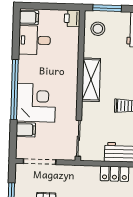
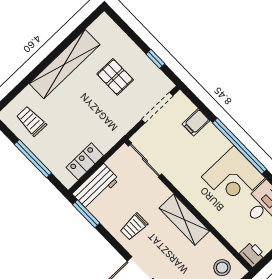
corner desk: (36, 103) -> (233, 177), moved

